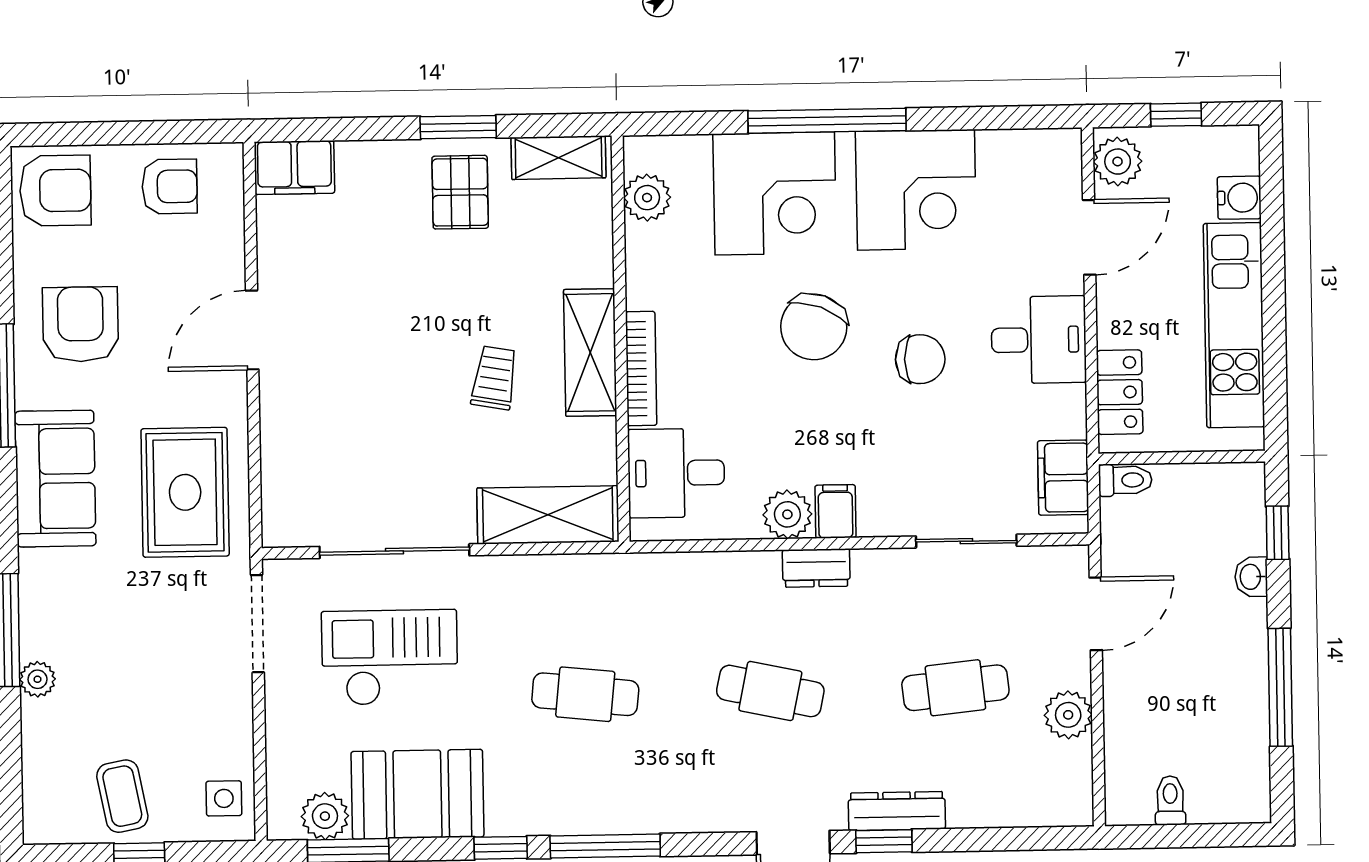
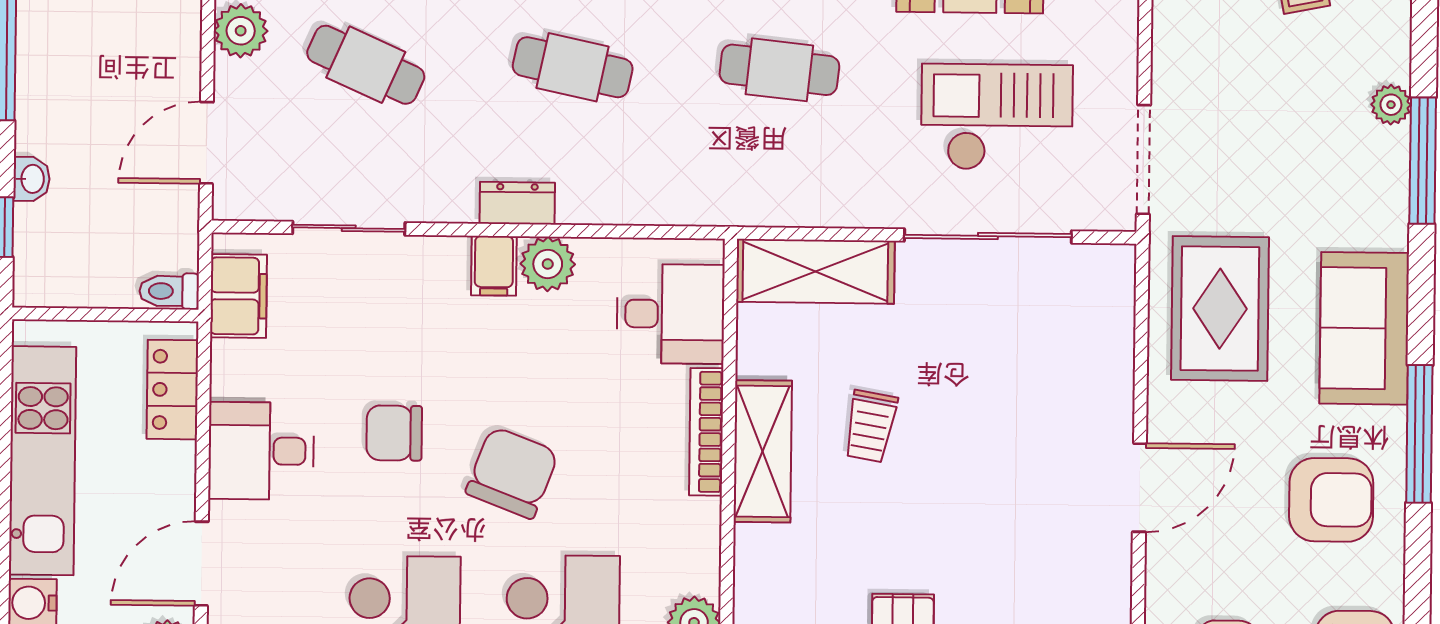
armchair: (80, 324) -> (1331, 500), turned -90
checkout: (390, 658) -> (997, 117), turned 180
cafe table: (955, 688) -> (366, 65), turned 30

